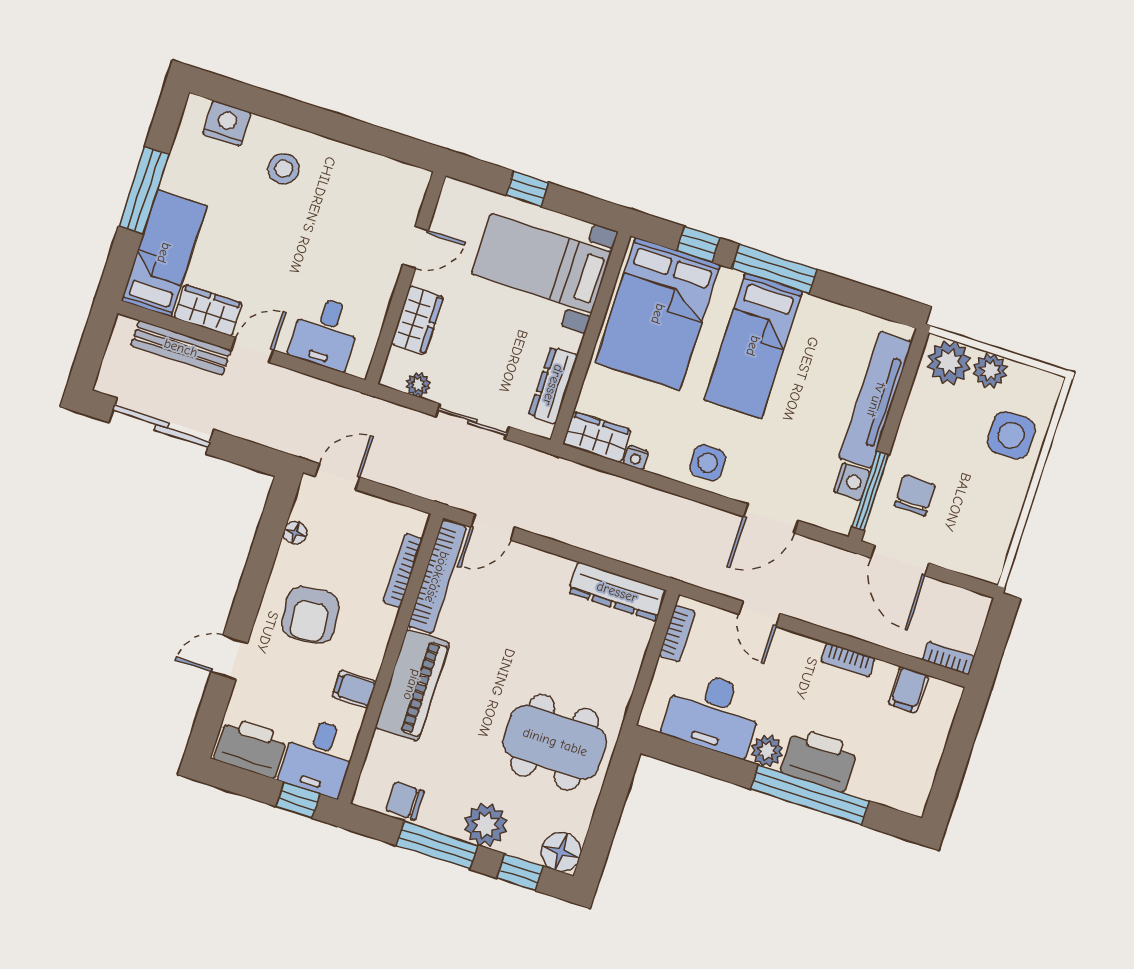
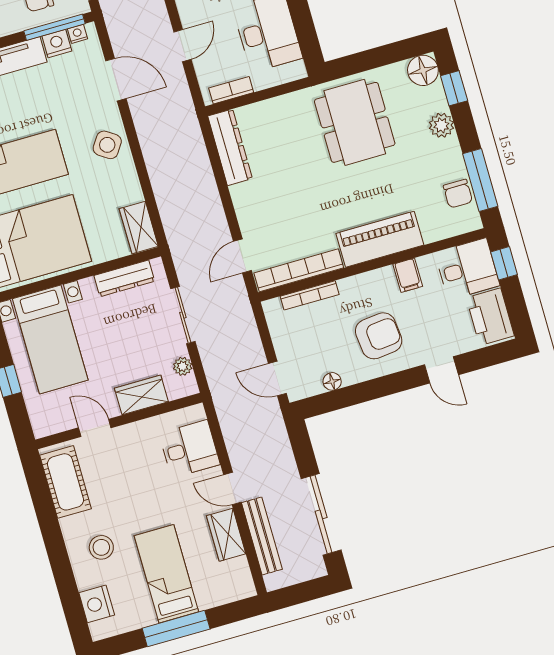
cot: (379, 177) -> (65, 482), added
bed: (164, 253) -> (166, 574), moved, turned 90
nightstand: (636, 458) -> (78, 34), moved, turned -90
side table: (708, 463) -> (107, 145), turned 34
door: (493, 527) -> (242, 256), swing flipped
plant: (486, 825) -> (441, 125), width x0.73, depth x0.73
window: (437, 845) -> (480, 180), moved

